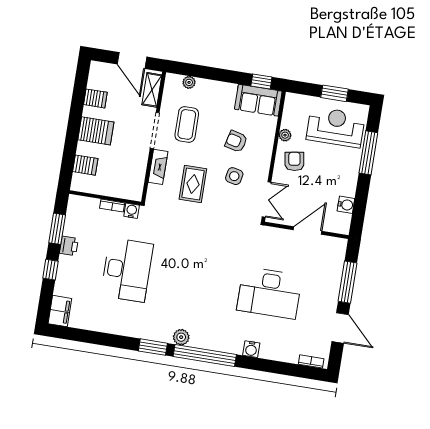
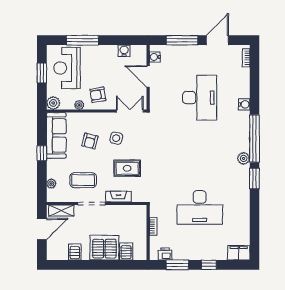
window: (261, 81) -> (42, 153), moved
sofa: (258, 100) -> (56, 135), width x1.36
plant: (293, 102) -> (53, 103), added
server rack: (96, 131) -> (104, 248), width x1.60
water cooler: (132, 211) -> (155, 57), moved
printer: (69, 246) -> (165, 254), moved
desk: (127, 270) -> (200, 207), turned 180

